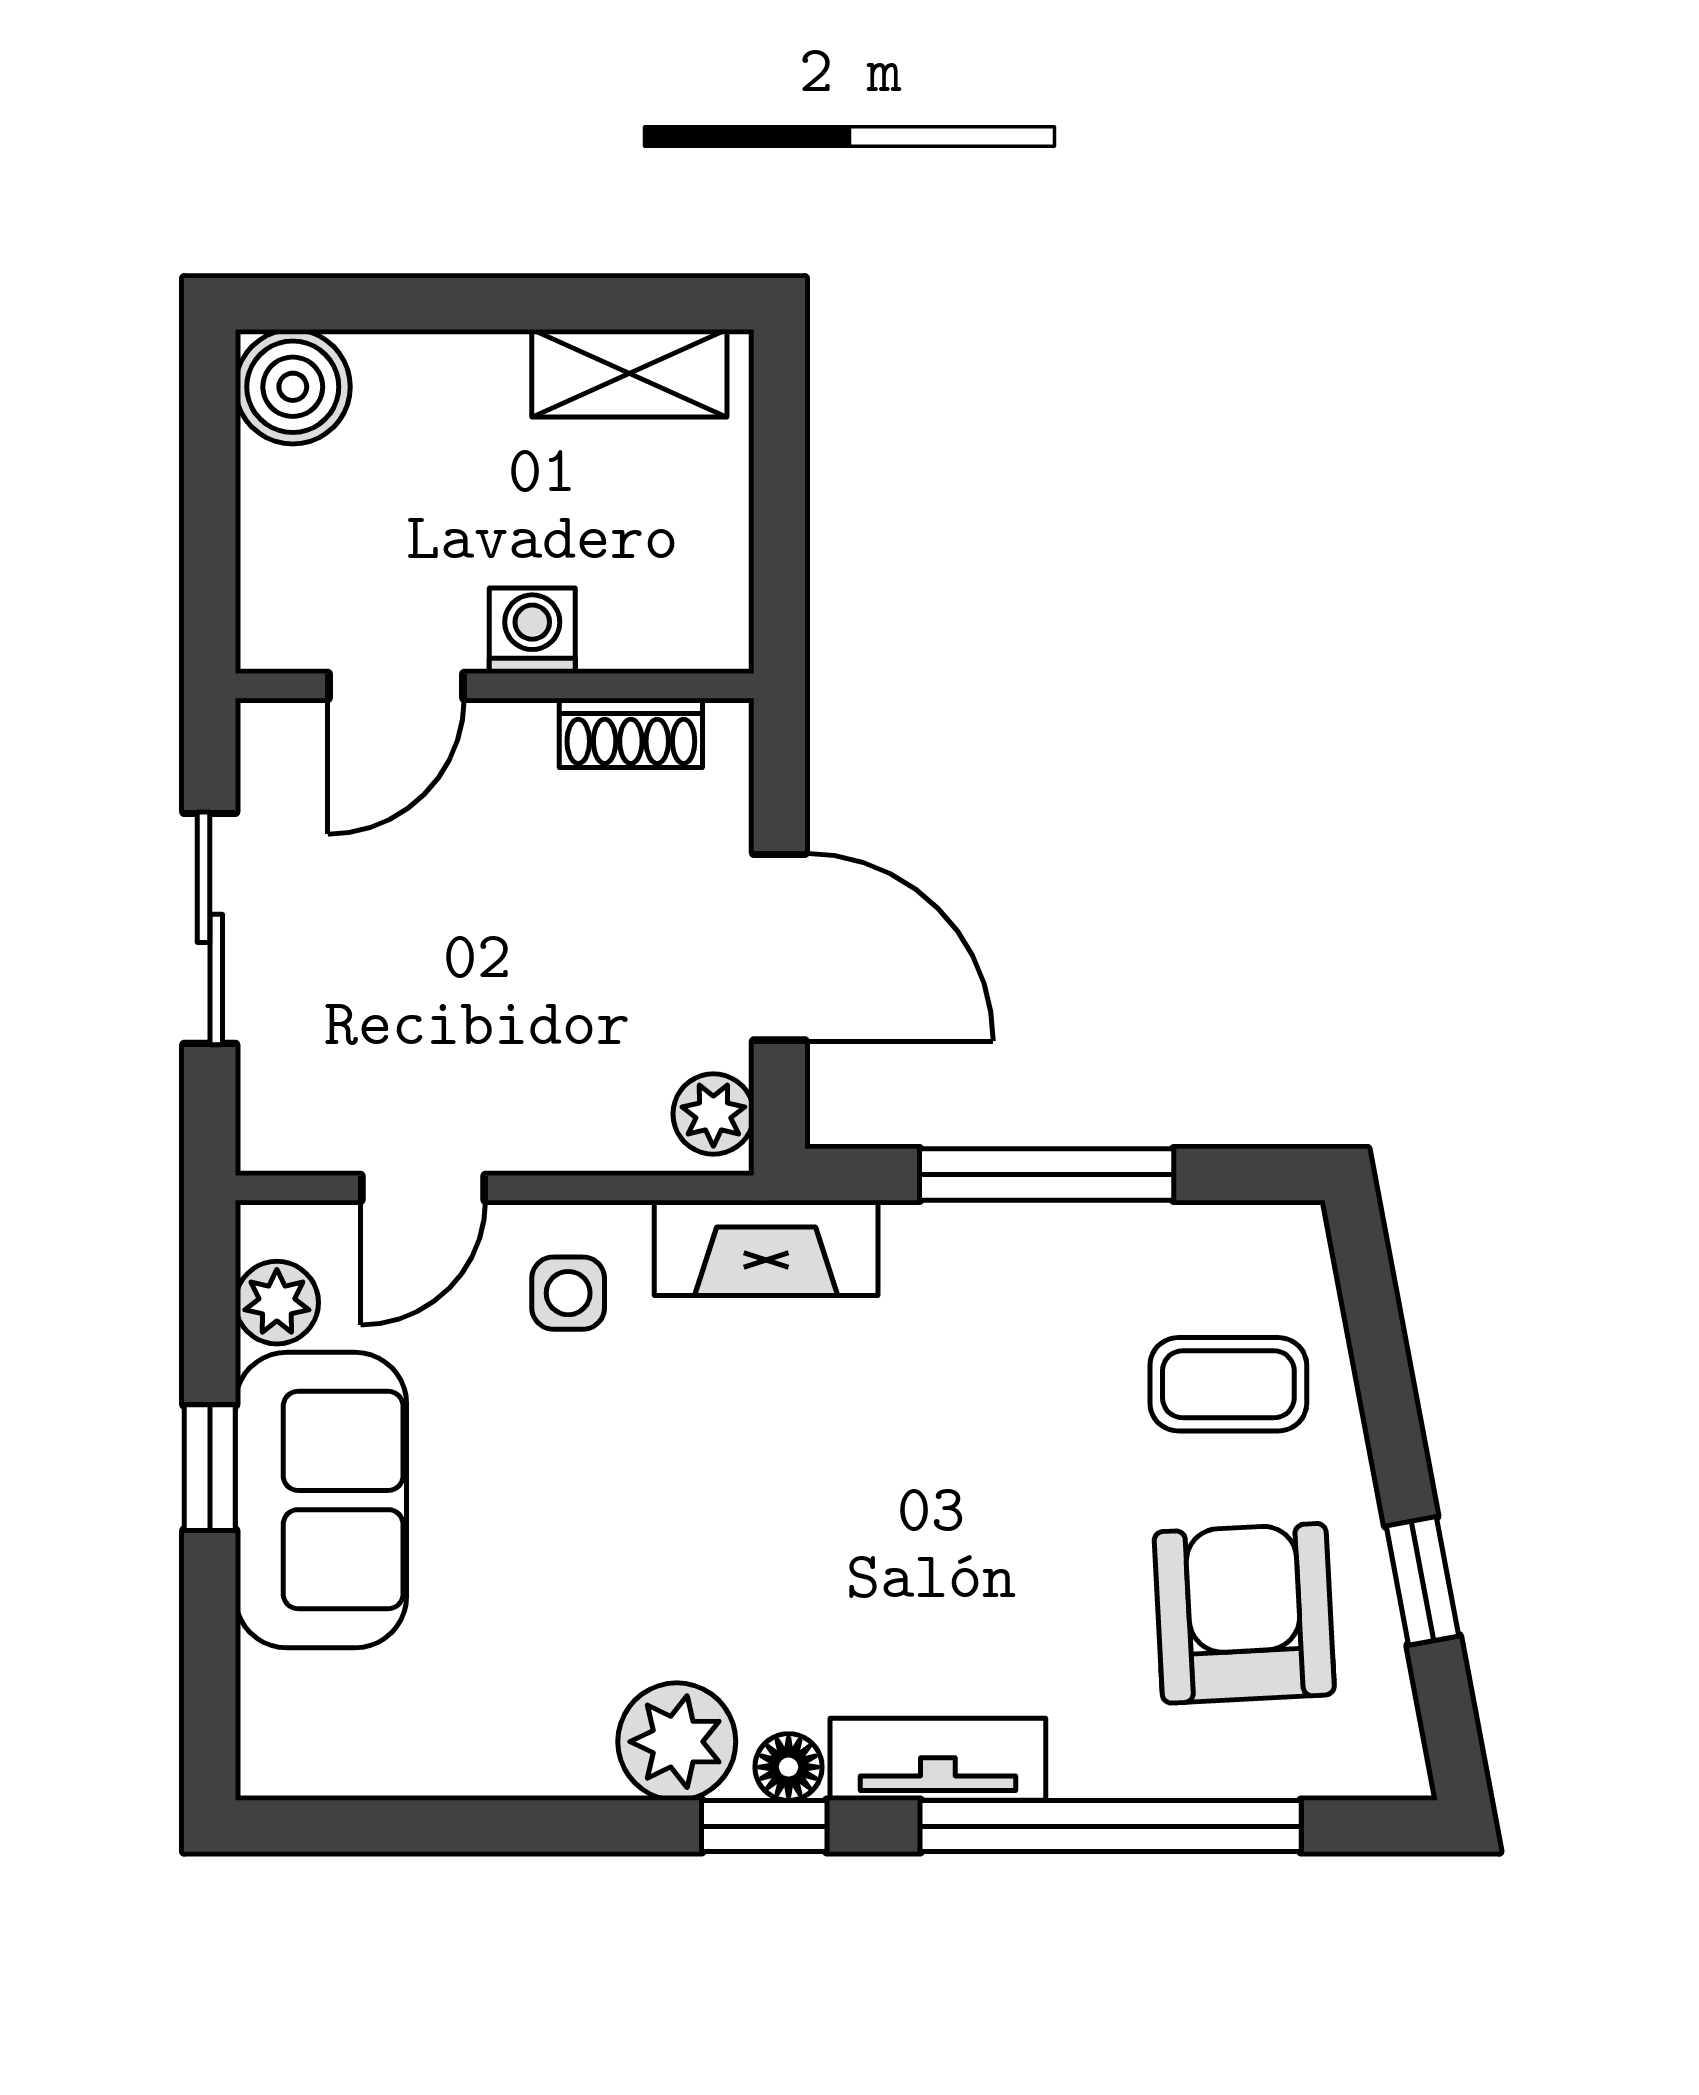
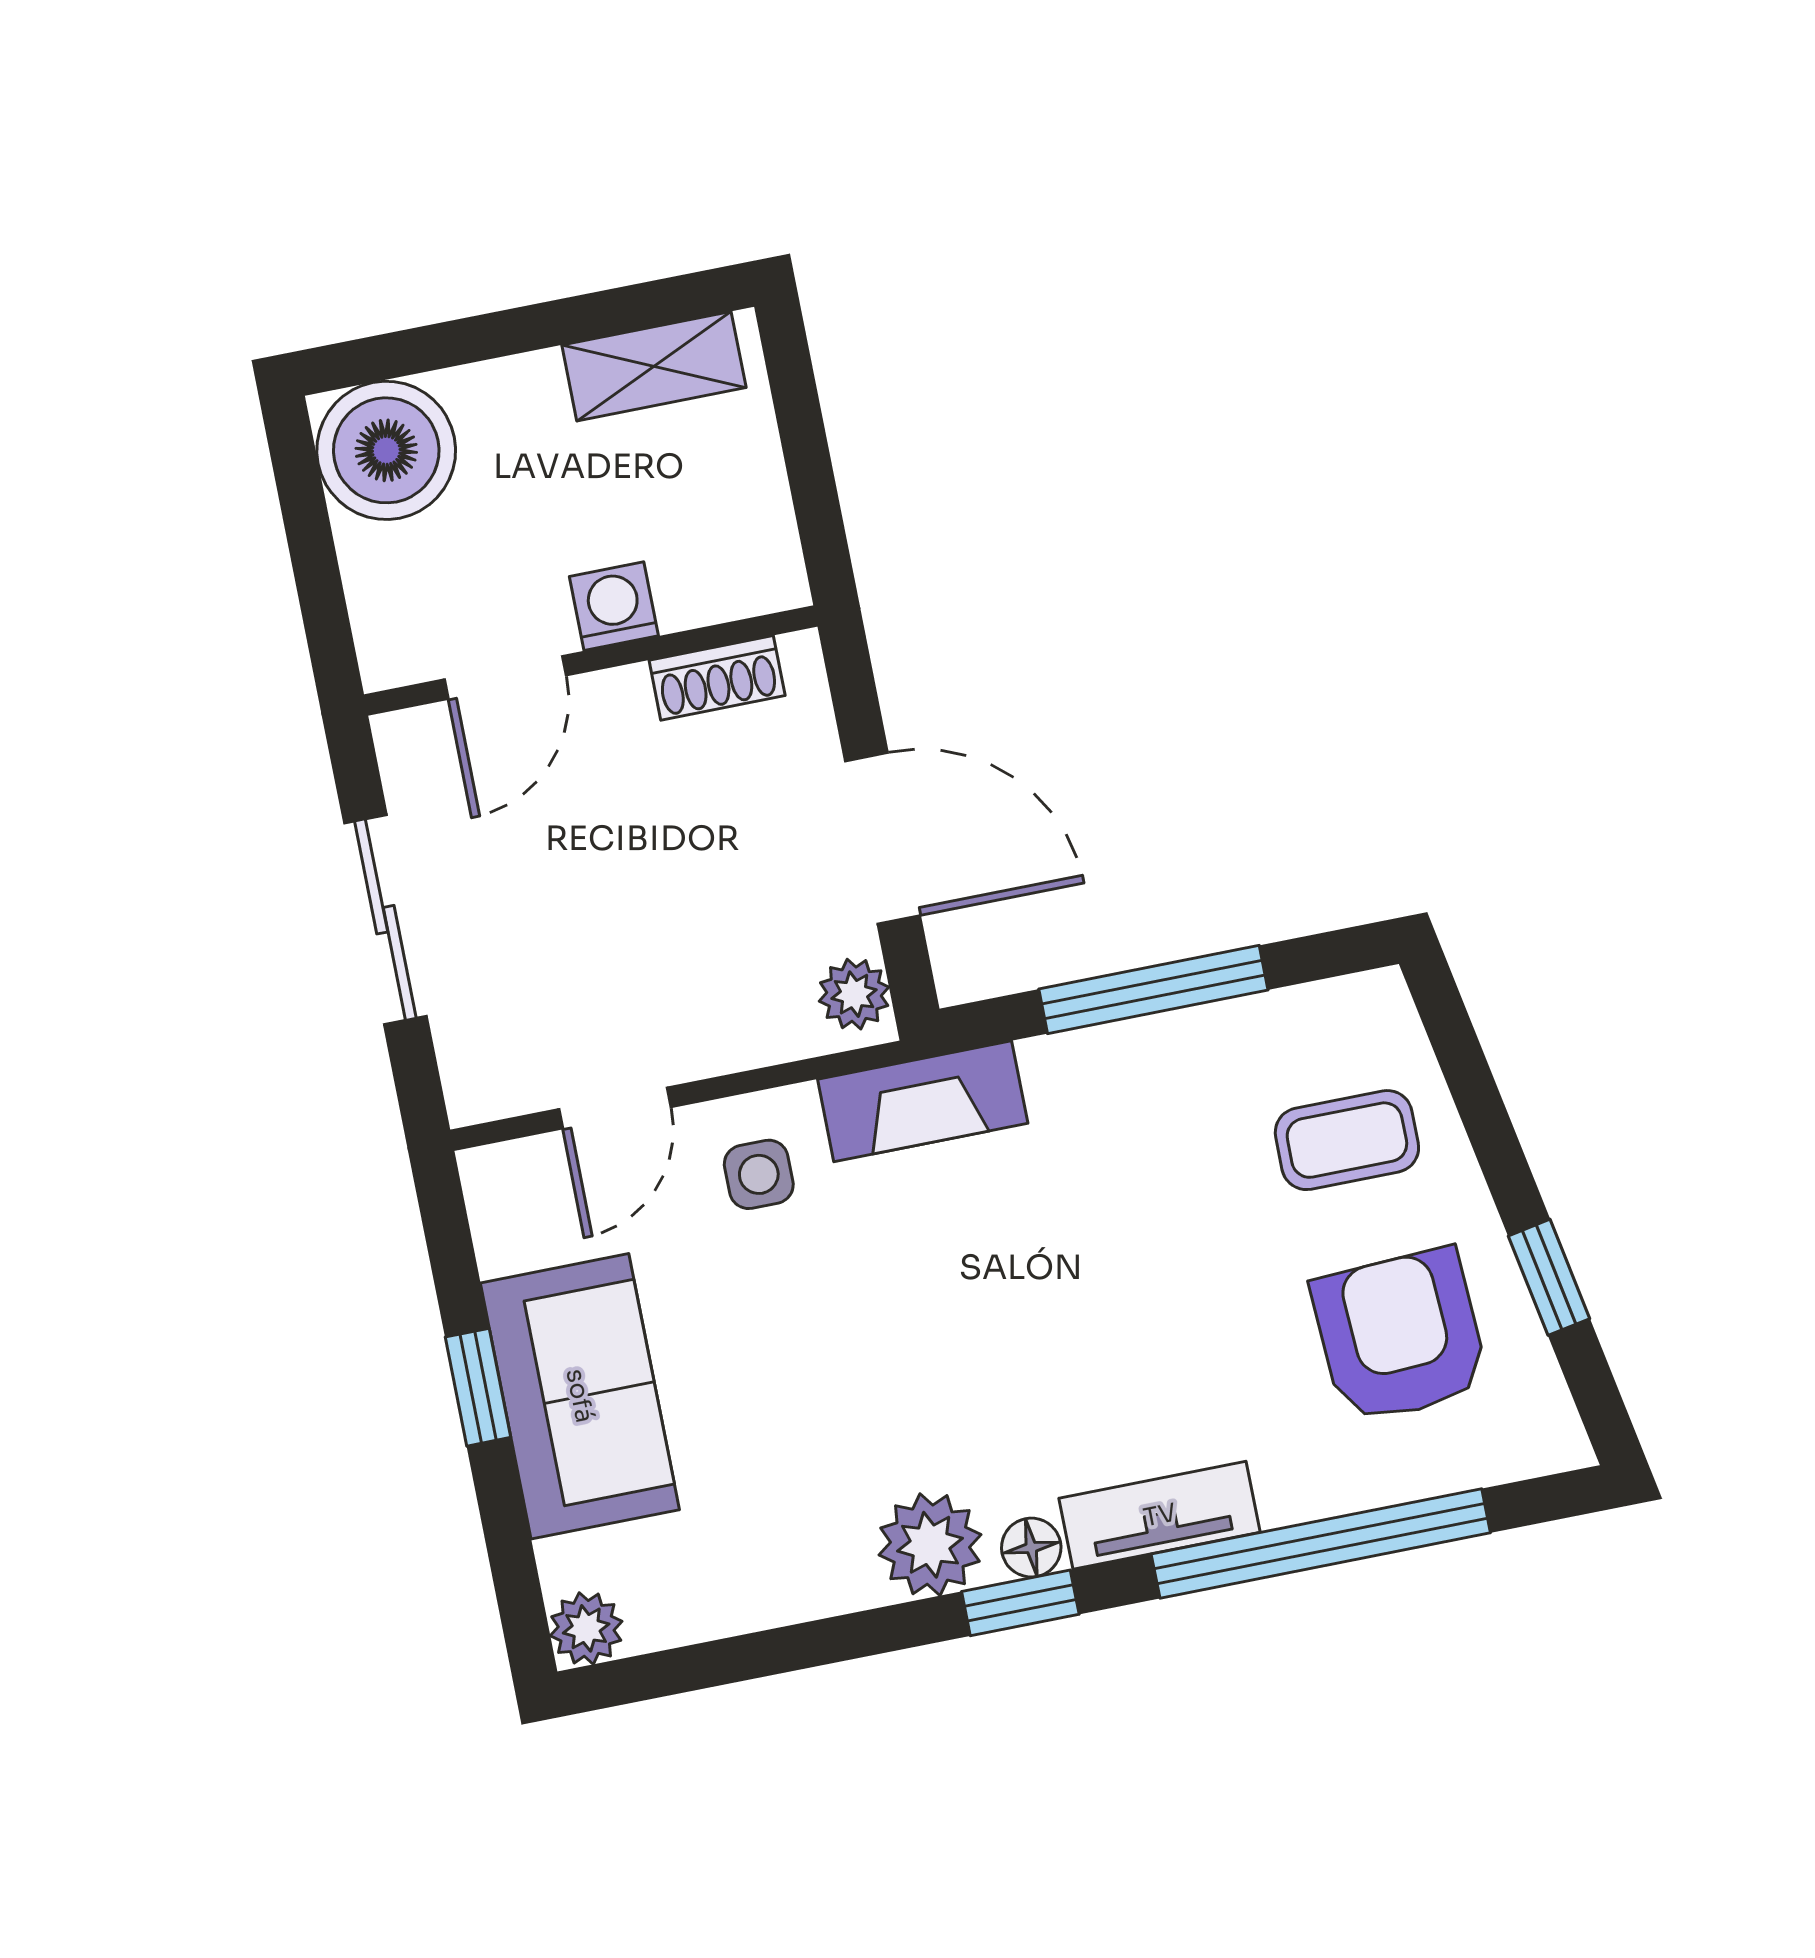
boiler: (293, 387) -> (386, 450), width x1.37, depth x1.37
plant: (277, 1303) -> (586, 1628), moved

